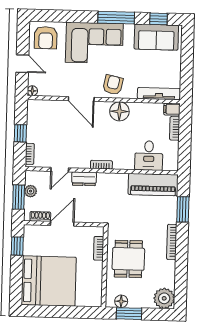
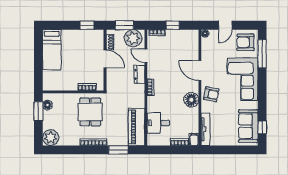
window: (116, 18) -> (262, 54), moved
door: (81, 99) -> (200, 71), hinge flipped
plant: (31, 191) -> (133, 38), width x1.87, depth x1.87
dining table: (128, 259) -> (90, 112), moved, turned 90
bed: (49, 281) -> (52, 50), width x0.49

